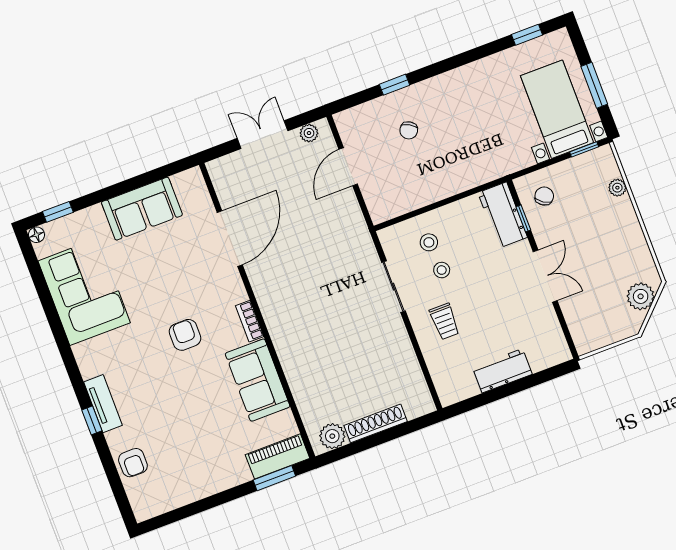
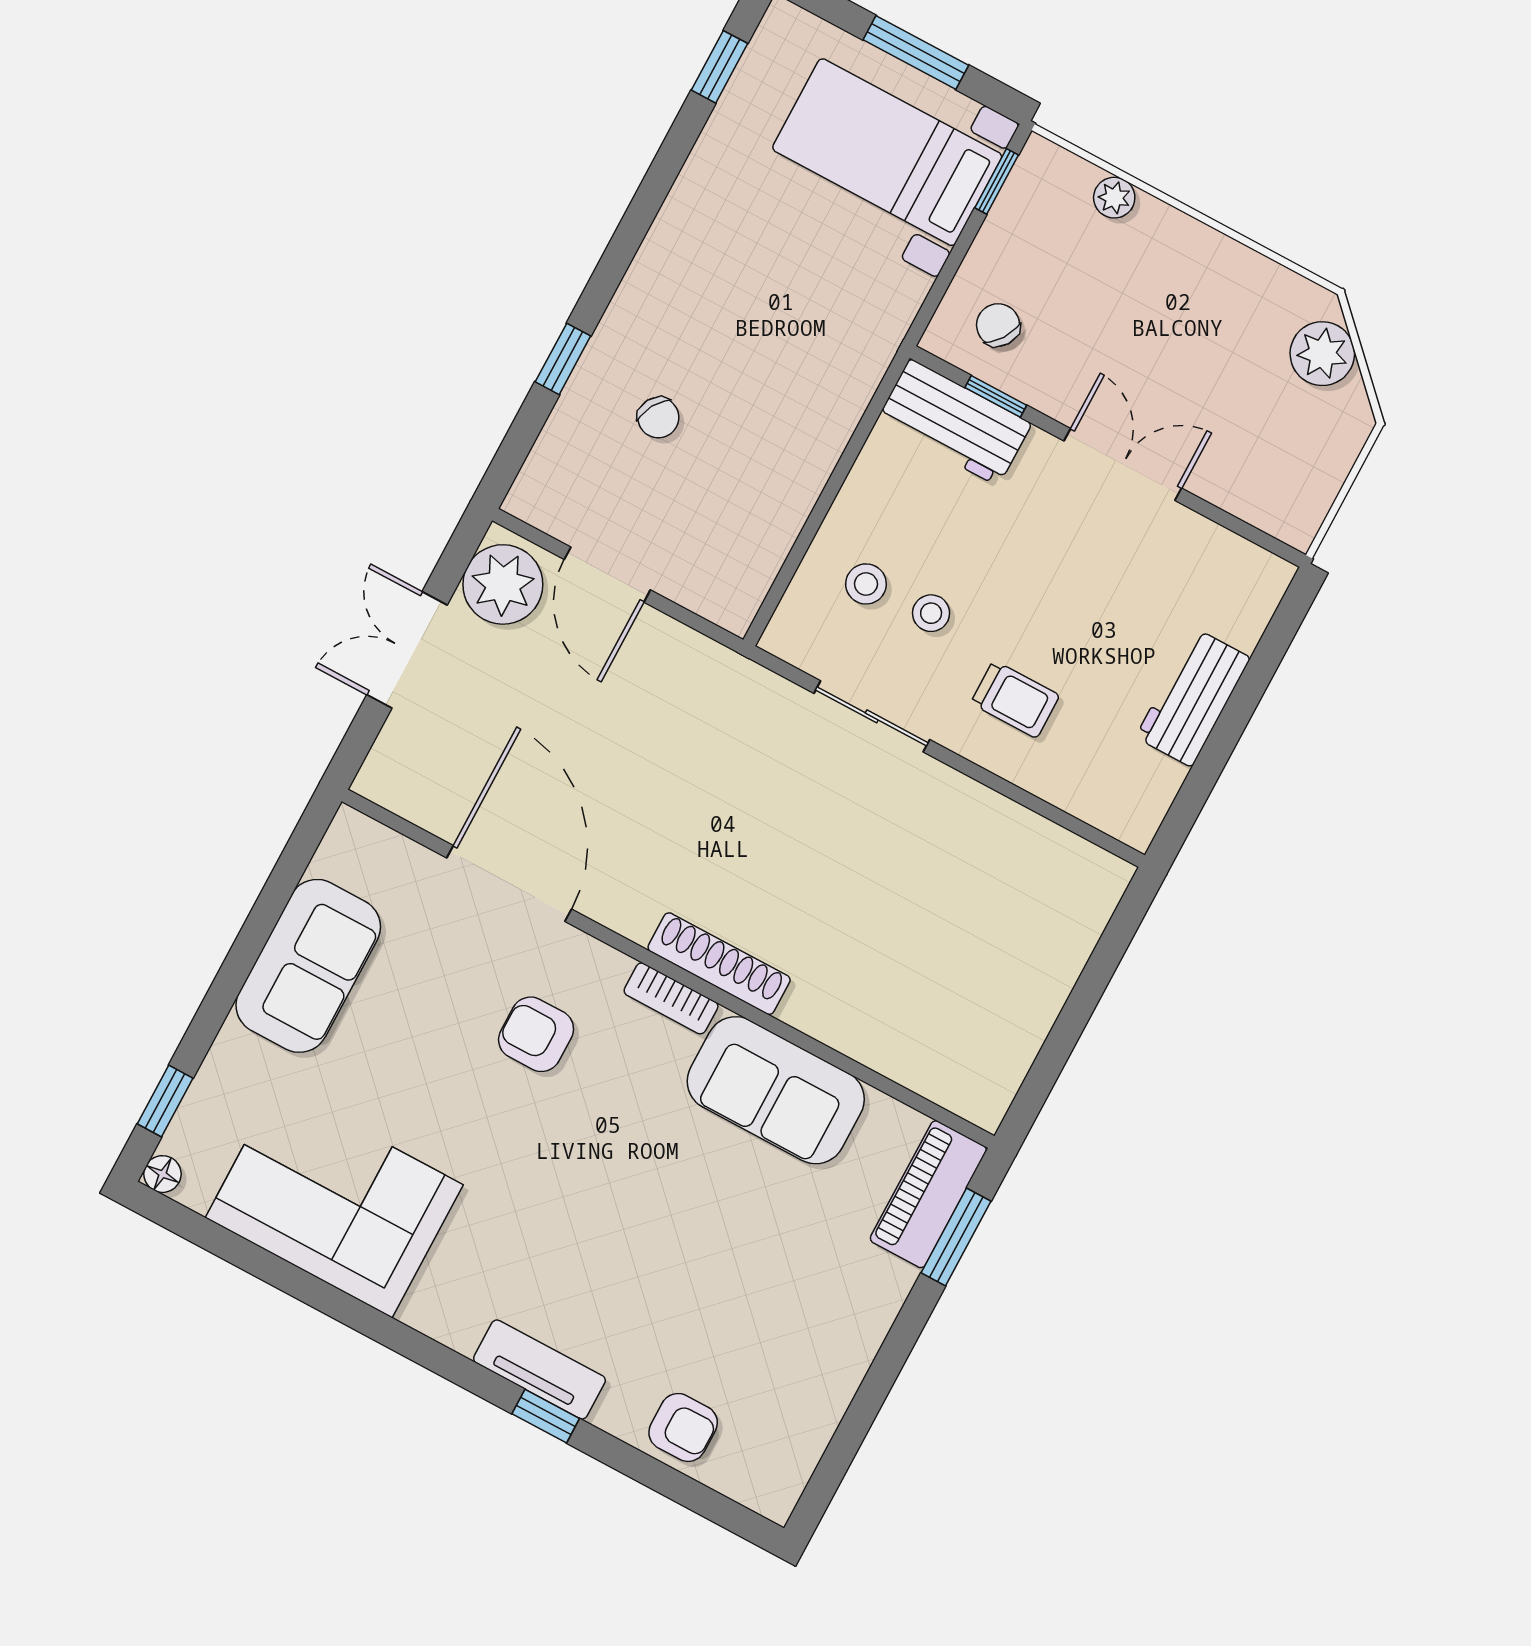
plant: (309, 133) -> (503, 584), width x1.87, depth x1.87
armchair: (185, 335) -> (536, 1034), moved
shoe rack: (376, 423) -> (719, 964), moved, turned 90
plant: (332, 436) -> (994, 1074), removed

